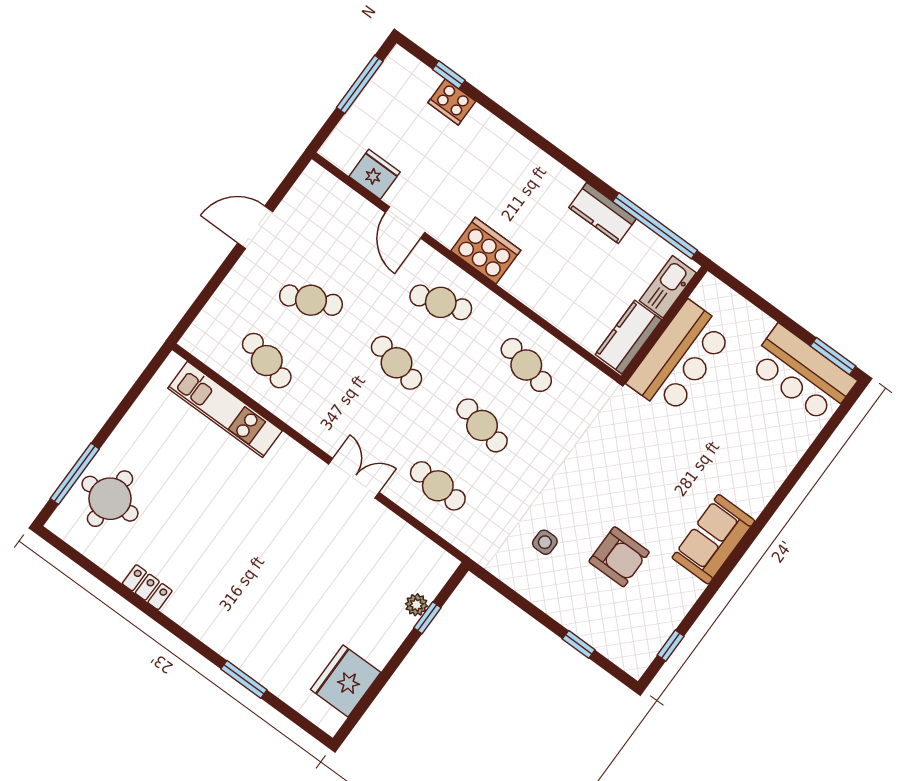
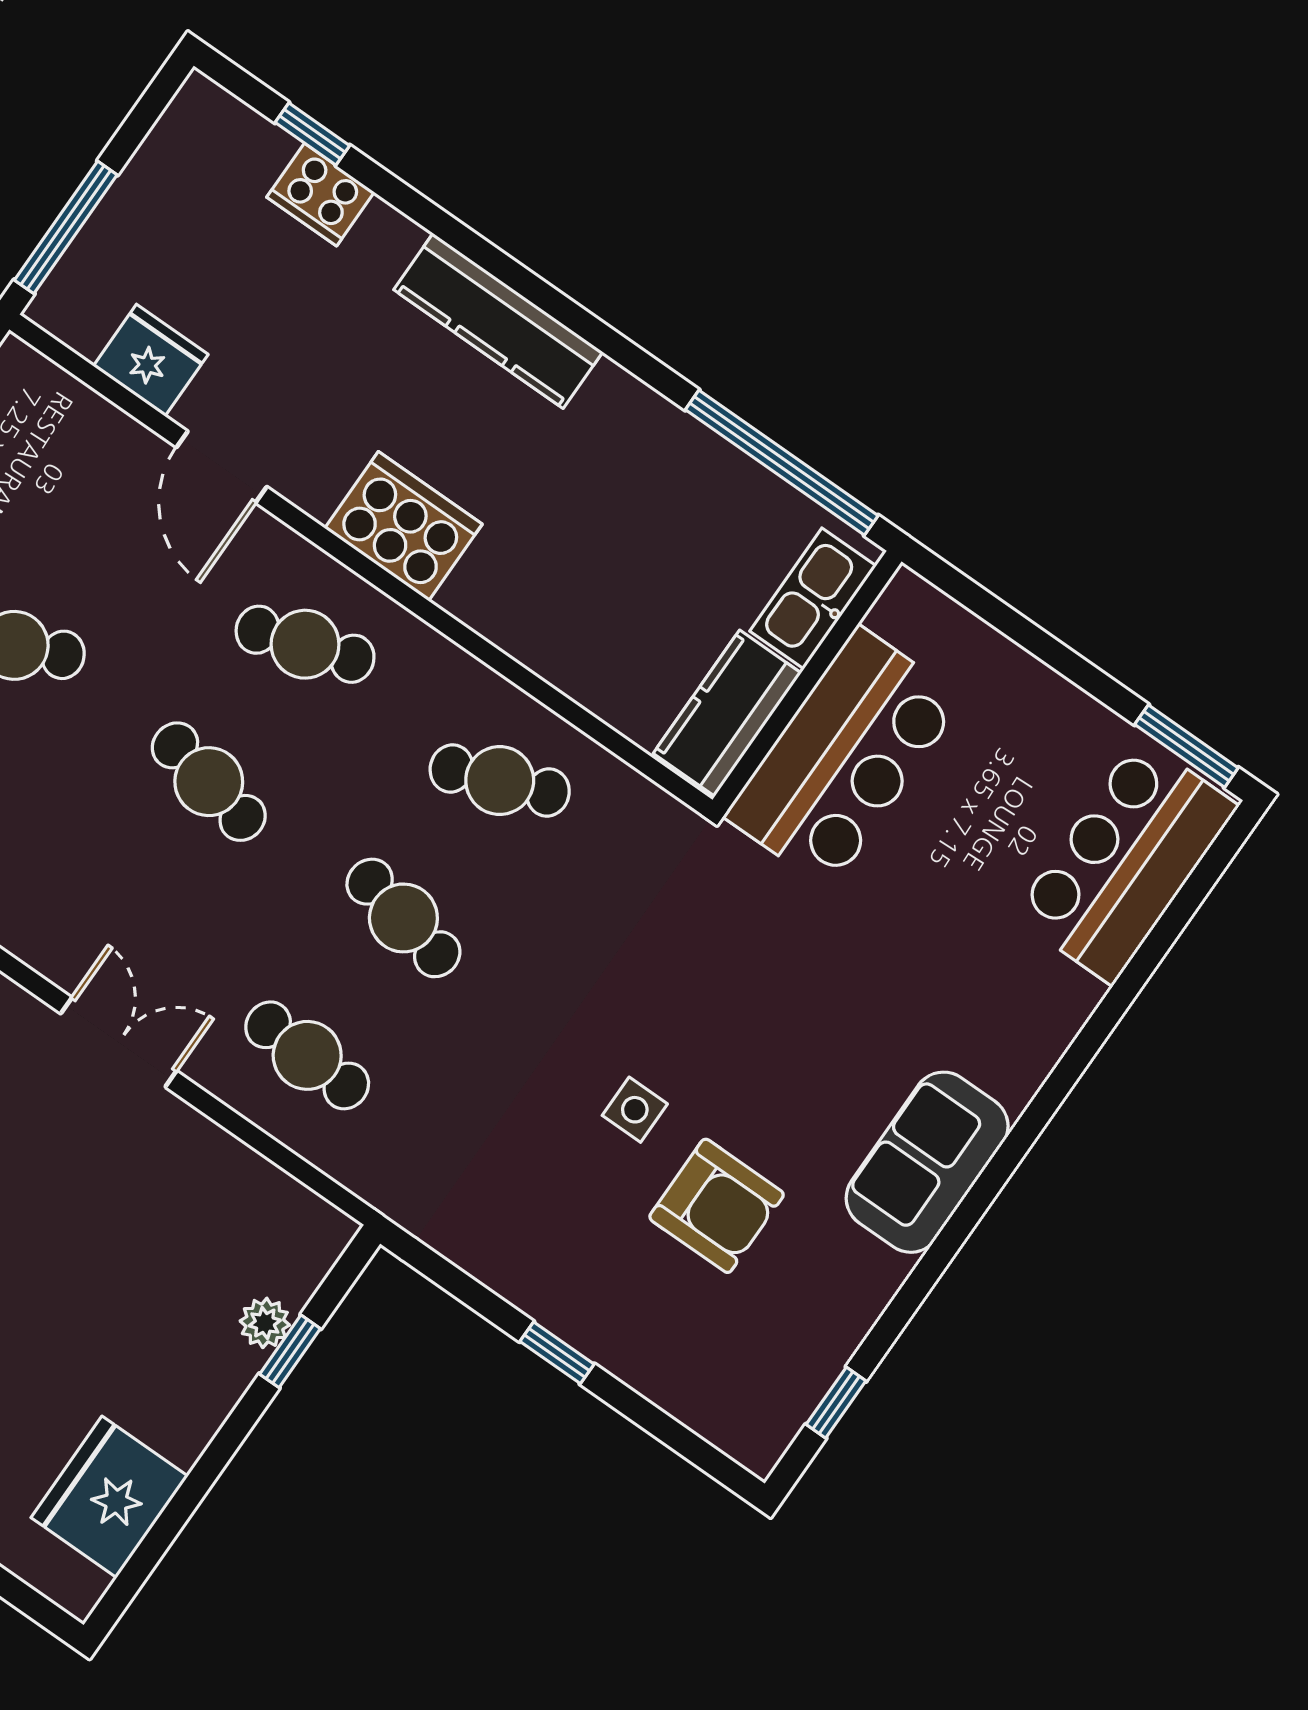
window: (360, 84) -> (66, 227), moved
kitchen counter: (603, 213) -> (498, 321), moved, width x1.50
cafe table: (526, 365) -> (500, 780), turned -33
bar counter: (802, 374) -> (1126, 861), moved, turned 90
side table: (545, 542) -> (635, 1110), moved
window: (579, 644) -> (557, 1353), moved

